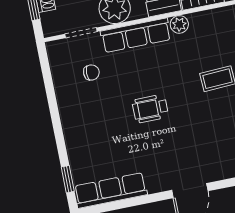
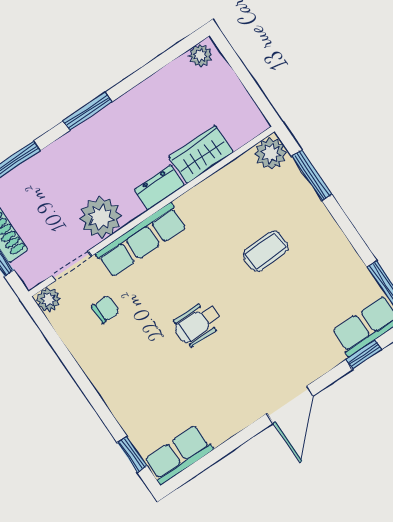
plant: (179, 24) -> (48, 300), moved
row of seats: (111, 190) -> (179, 455), width x0.68

